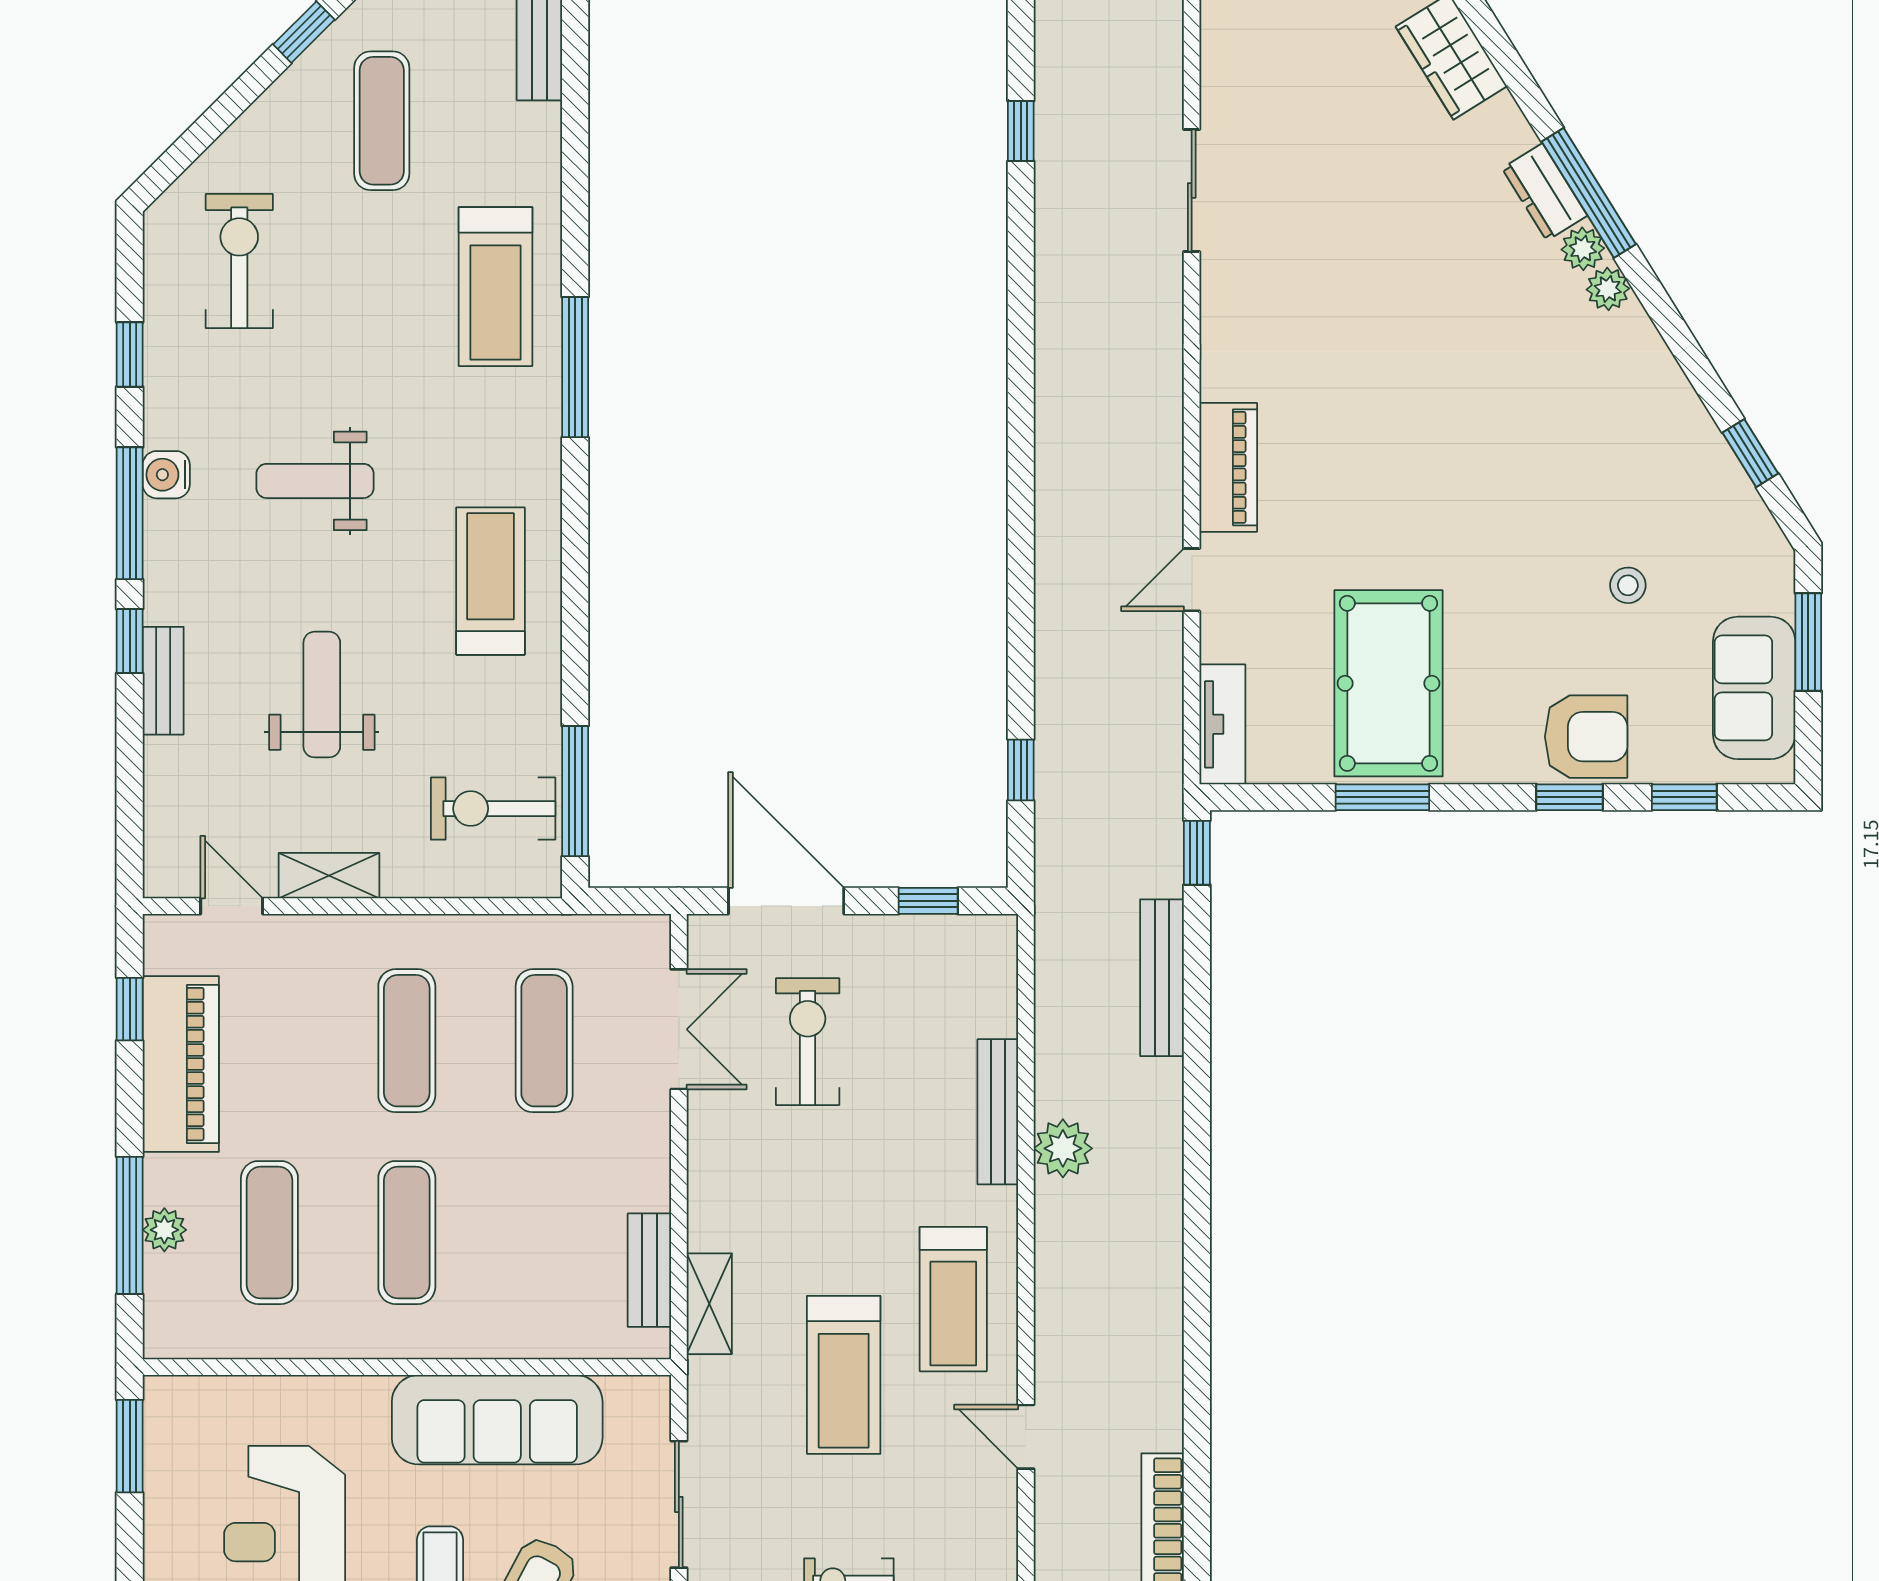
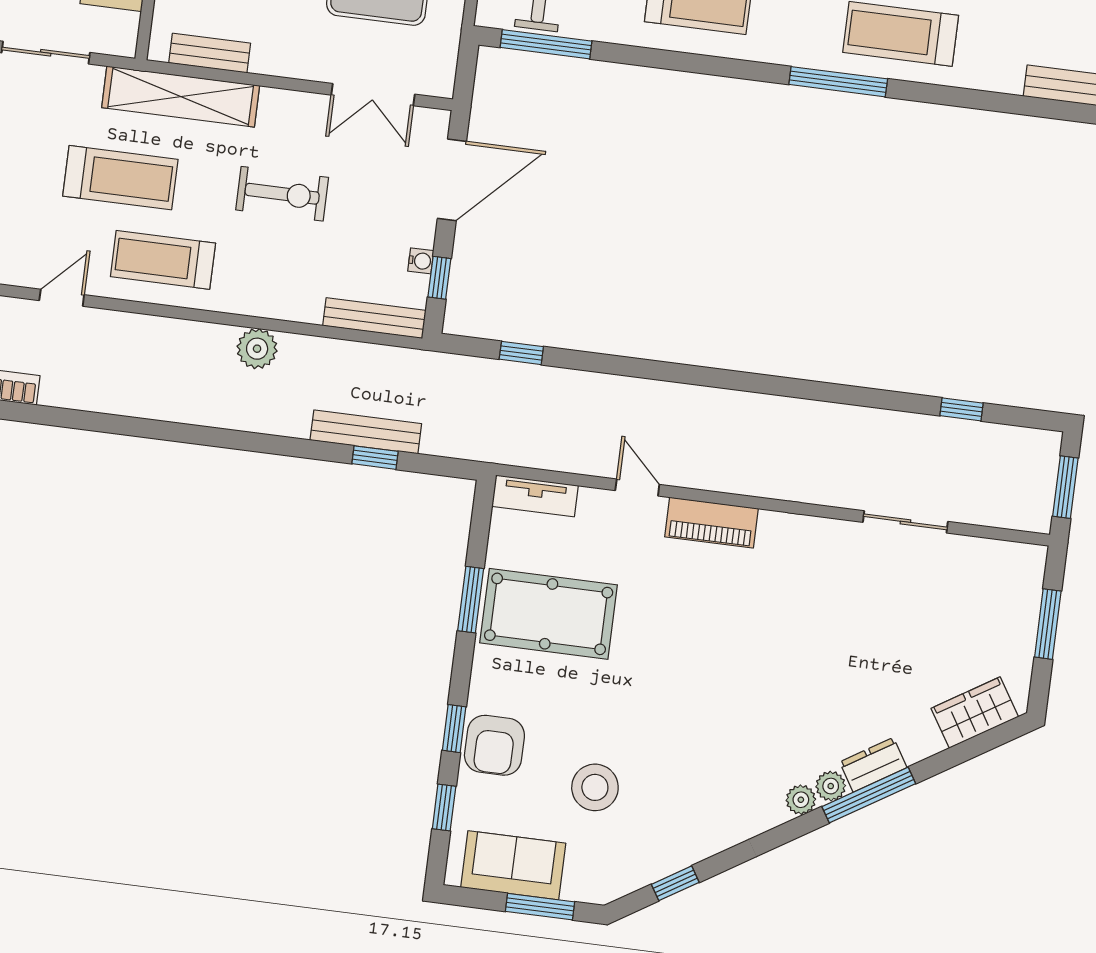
stool: (1628, 585) -> (595, 787), width x1.89, depth x1.89
window: (1197, 853) -> (375, 458), moved
water cooler: (908, 931) -> (421, 261), added
exercise bike: (808, 1042) -> (282, 194), moved
bench: (998, 1112) -> (374, 318), moved
shelving: (709, 1304) -> (181, 97), width x2.20, depth x1.33
treadmill: (844, 1375) -> (120, 178), turned 180

